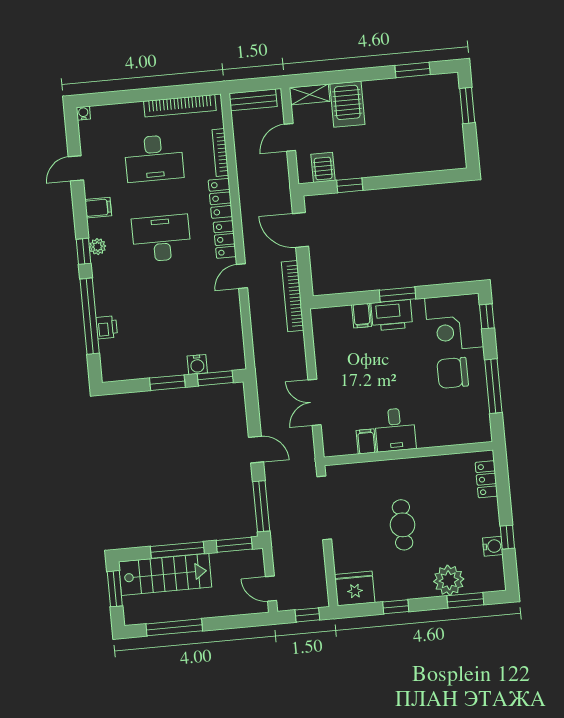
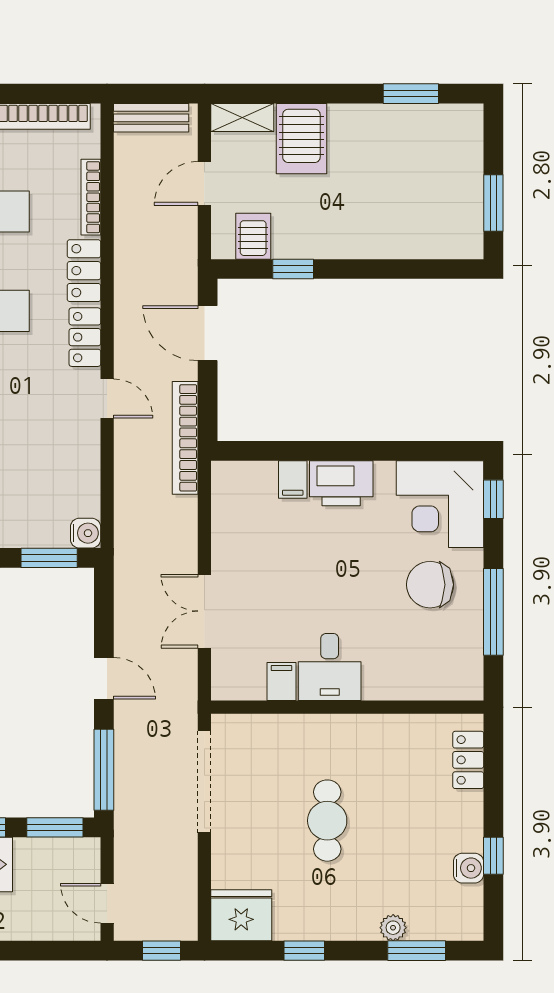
window: (467, 106) -> (493, 203), moved
door: (242, 276) -> (107, 399), swing flipped
window: (397, 294) -> (353, 451), removed
water cooler: (197, 364) -> (86, 533), moved, turned -90
plant: (449, 580) -> (393, 928), width x0.53, depth x0.53

